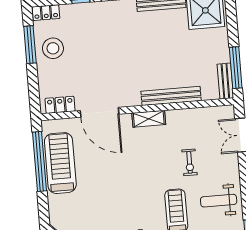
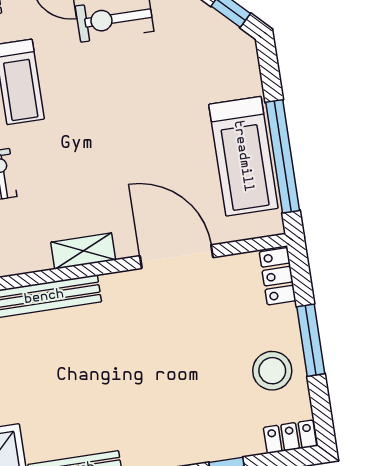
window: (30, 45) -> (311, 340), moved
locker: (60, 105) -> (278, 276), moved, turned 90

